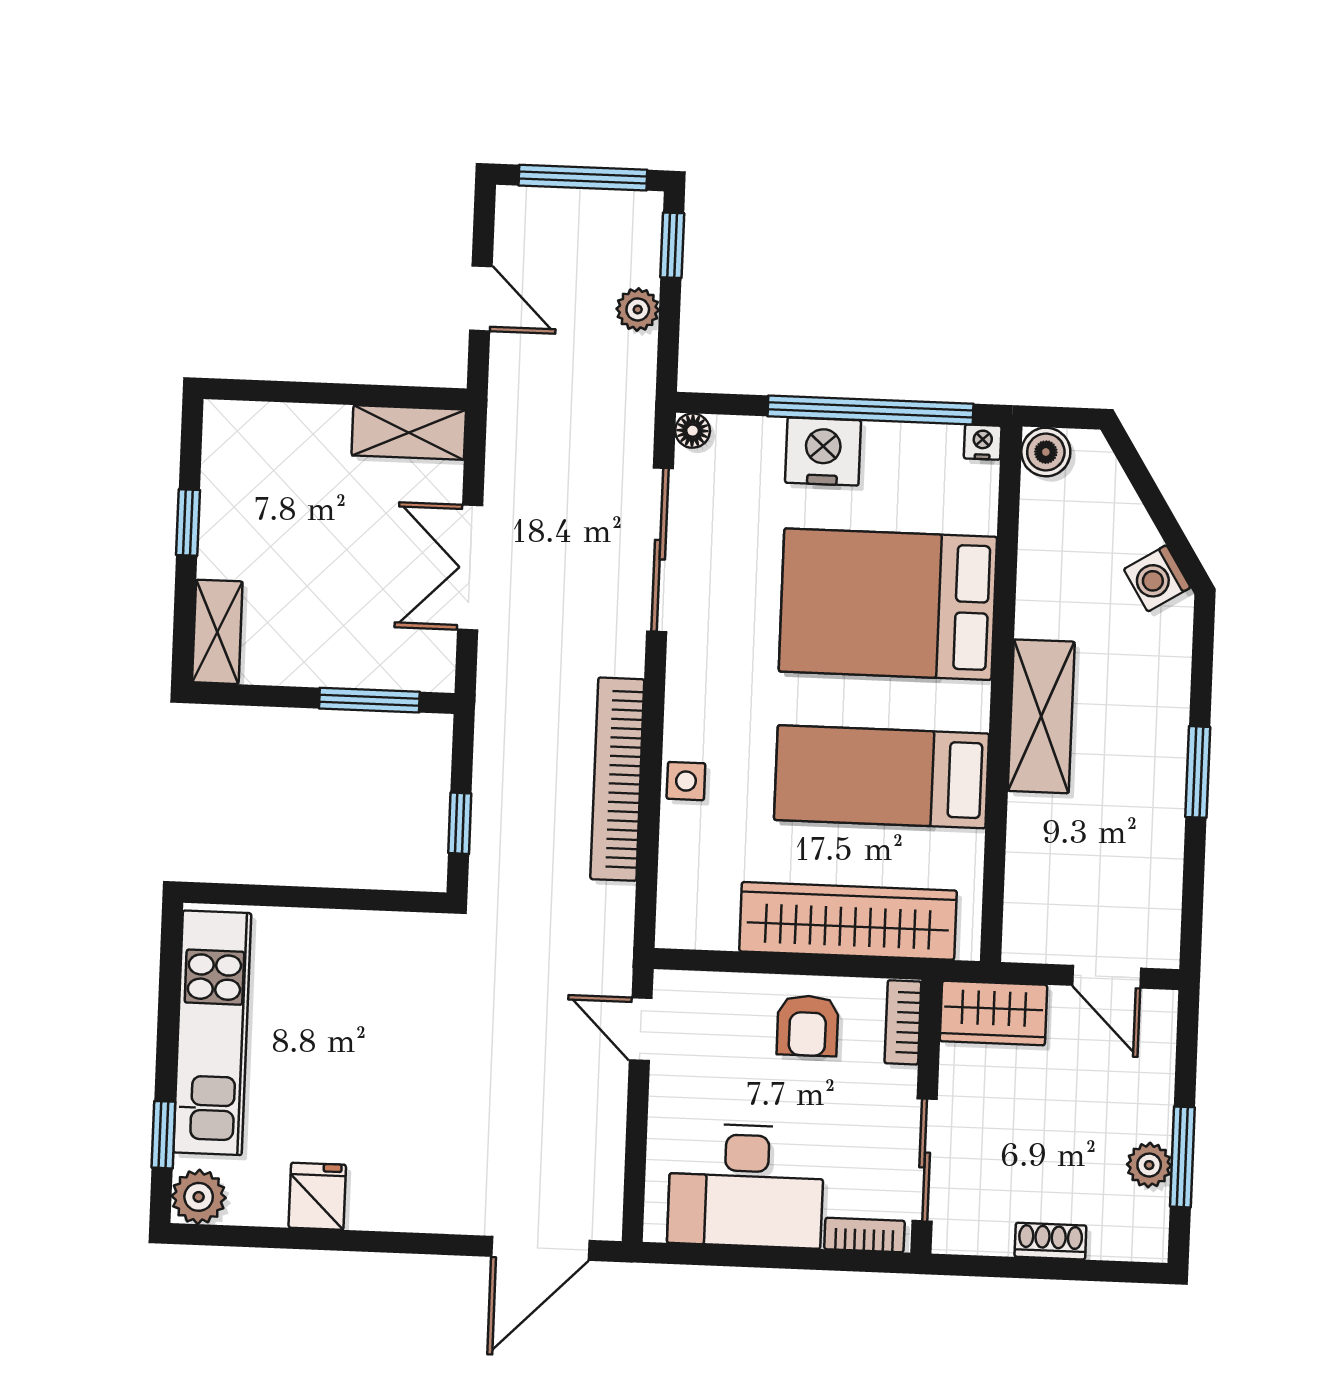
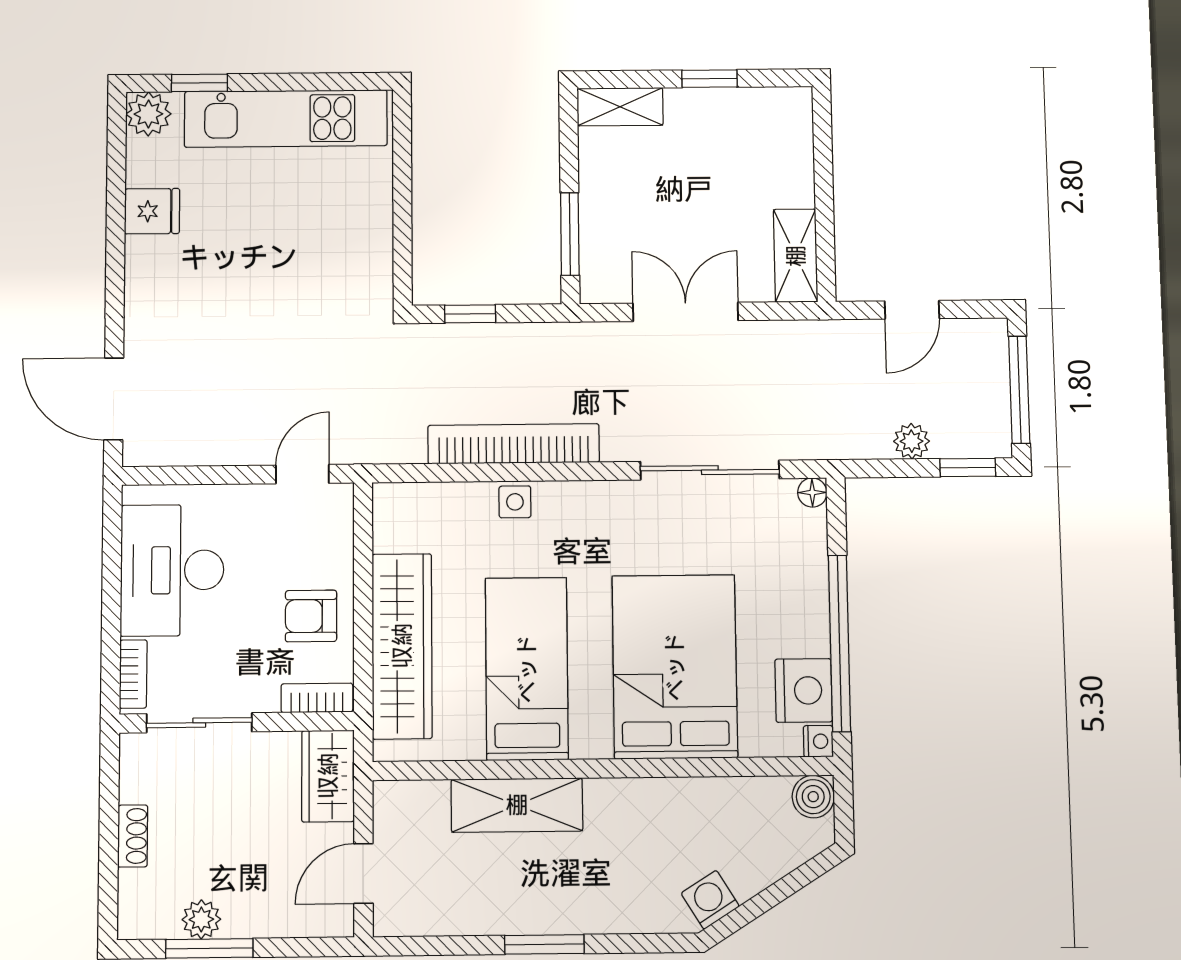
nightstand: (823, 451) -> (804, 690), moved
shelving: (1041, 716) -> (517, 805), moved

